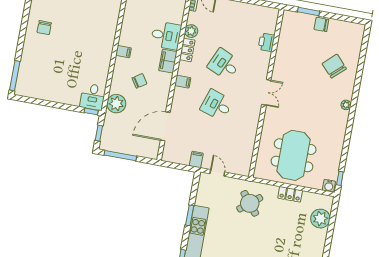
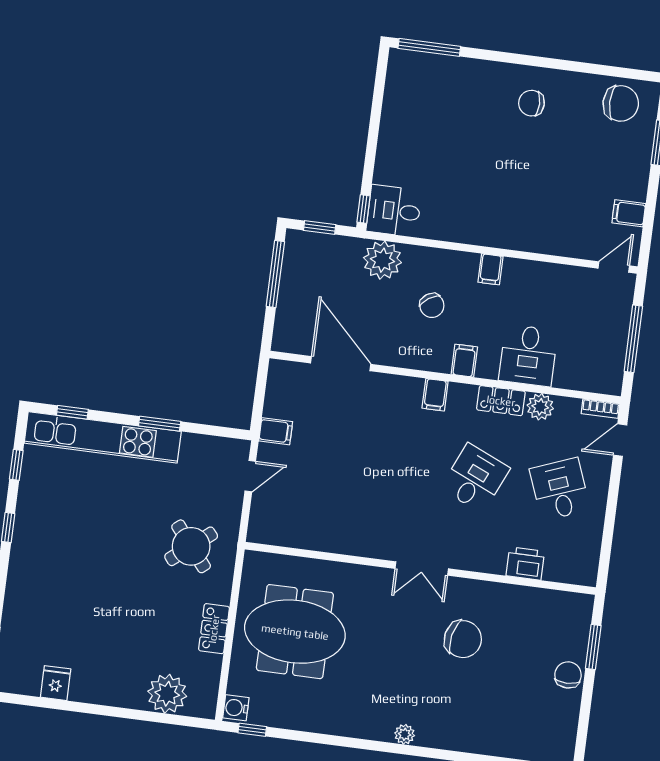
filing cabinet: (168, 61) -> (464, 361), width x0.50
chair: (334, 66) -> (463, 639), moved, turned 55
desk: (217, 105) -> (560, 489), moved, turned -39

